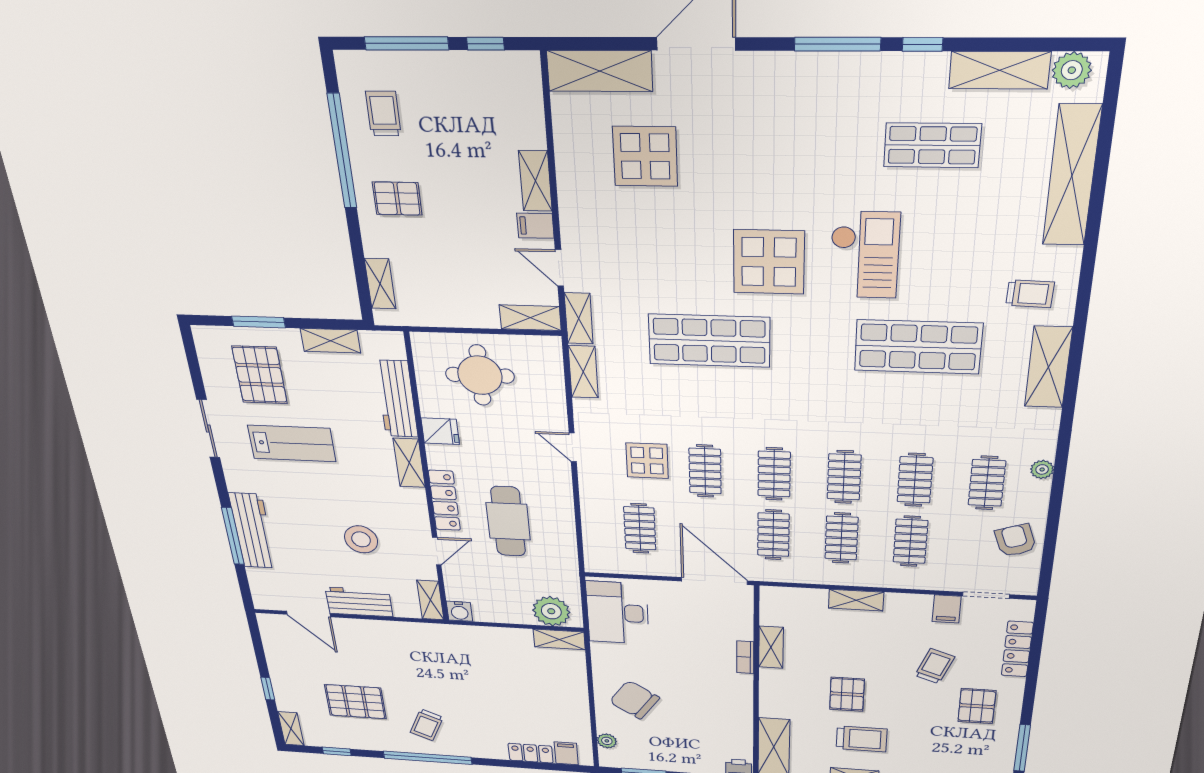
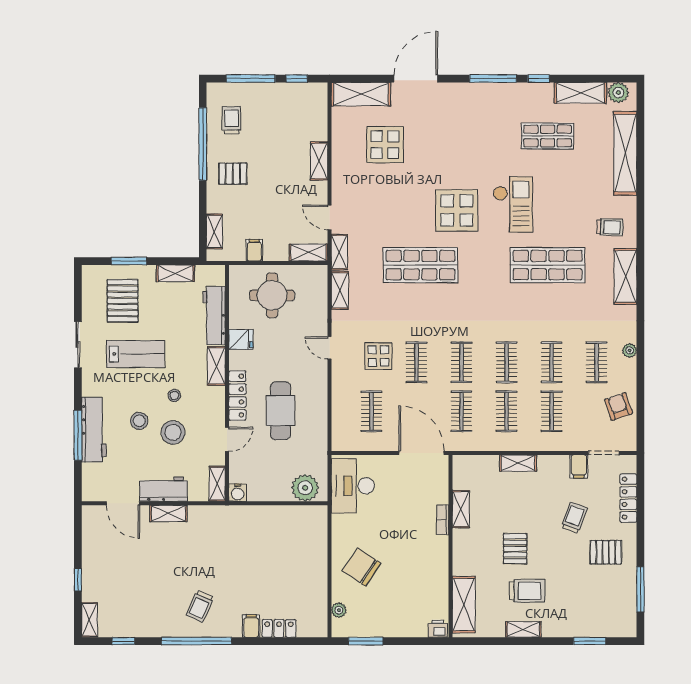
filing cabinet: (535, 226) -> (254, 250), moved, turned 90
stool: (355, 496) -> (174, 395), added
stool: (312, 524) -> (139, 421), added
shelving: (559, 639) -> (168, 513), moved
pallet: (355, 702) -> (146, 587), removed
pallet: (977, 706) -> (606, 552), turned 90
filing cabinet: (566, 753) -> (251, 626), moved

